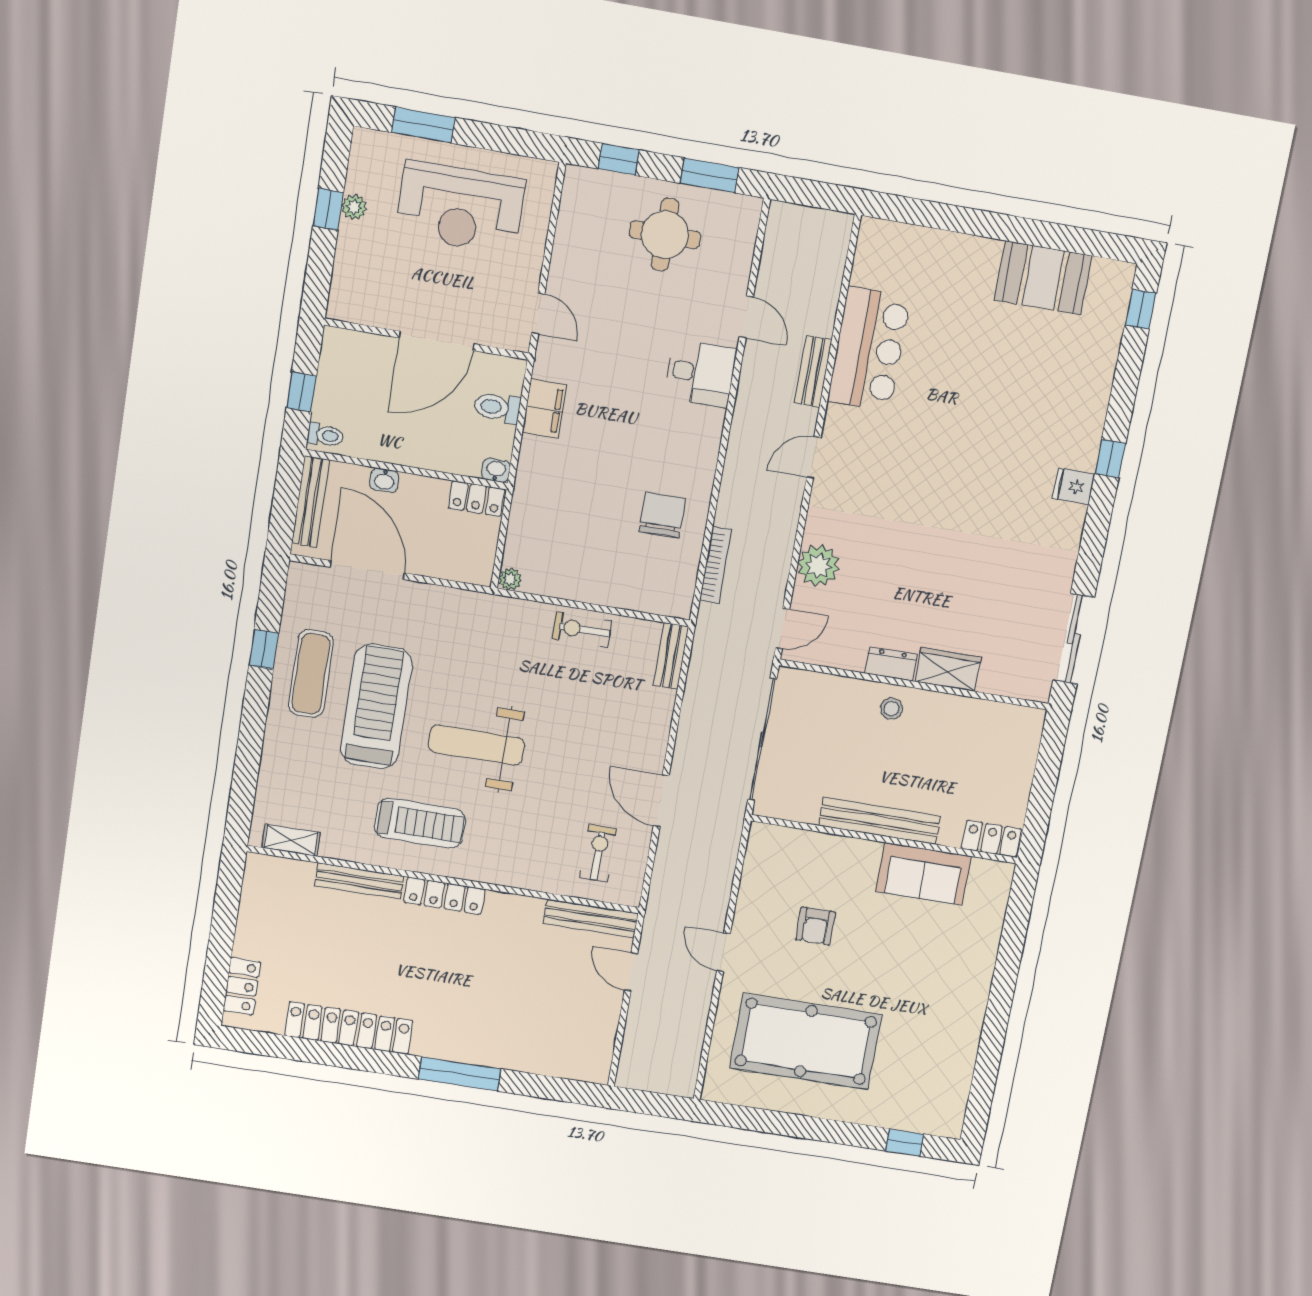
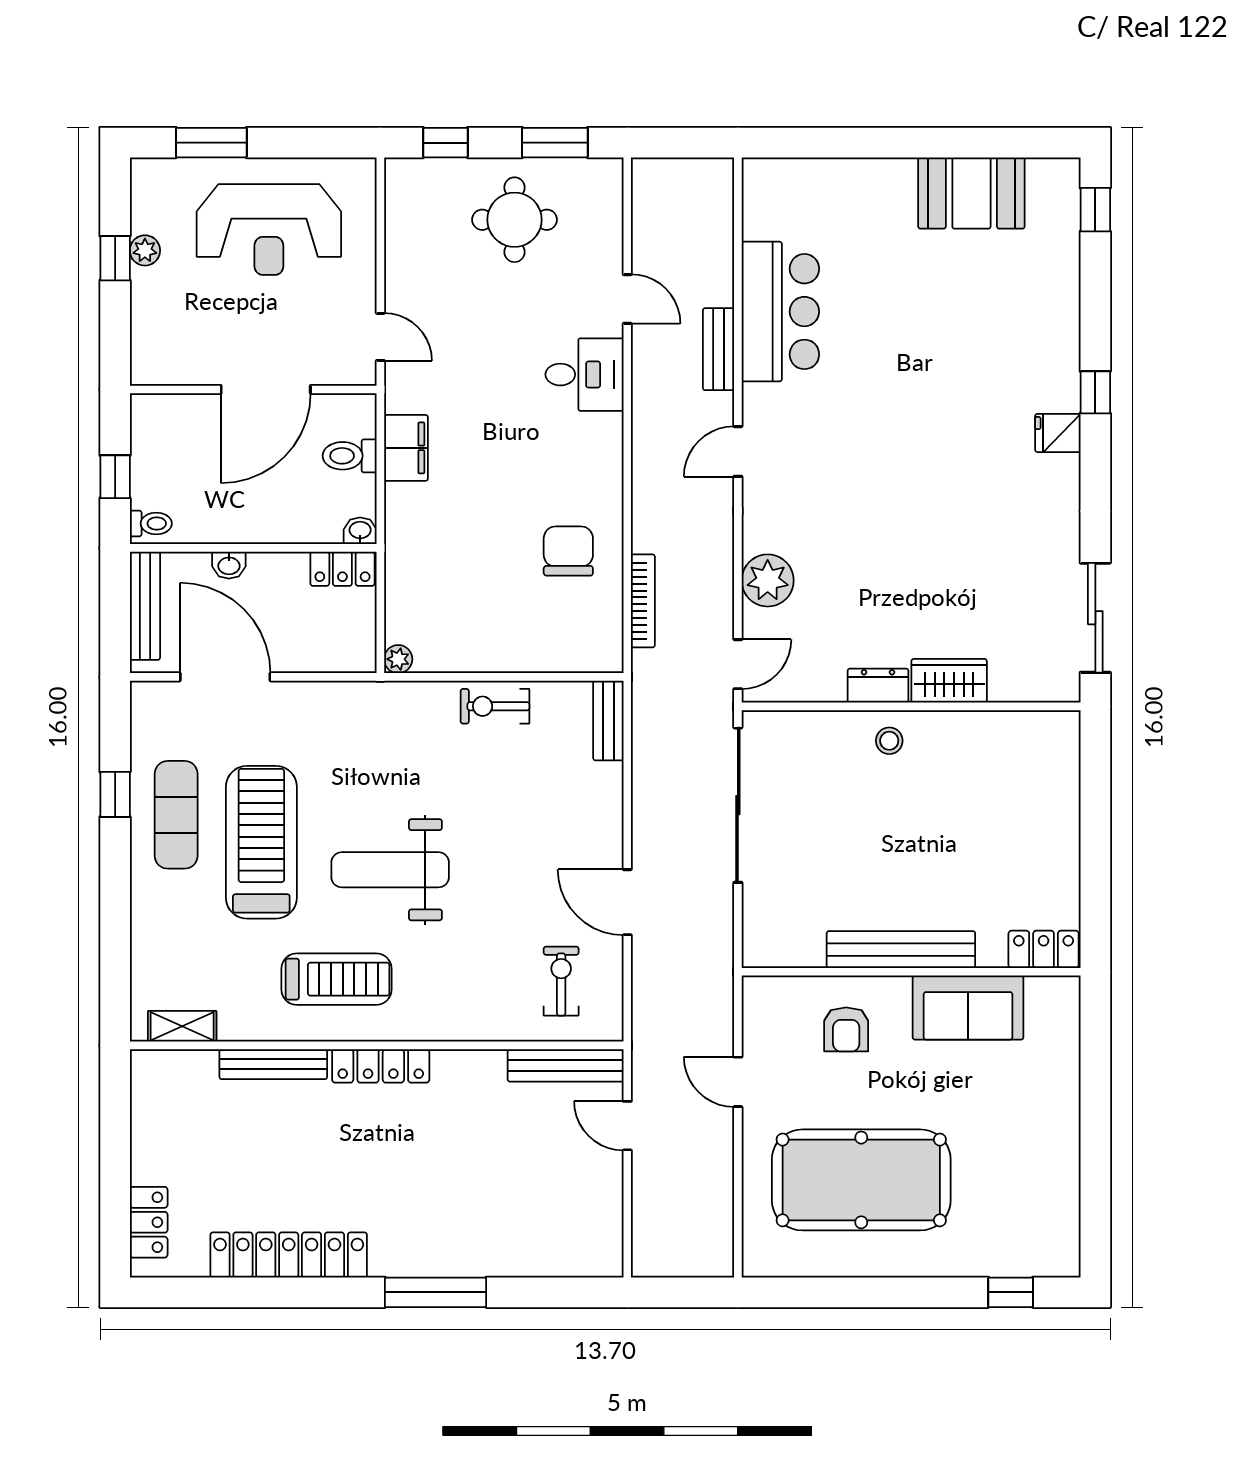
bench: (880, 821) -> (901, 950), moved
wall: (884, 839) -> (911, 972), moved
locker: (991, 839) -> (1044, 949), moved
sofa: (924, 874) -> (968, 1007), moved

